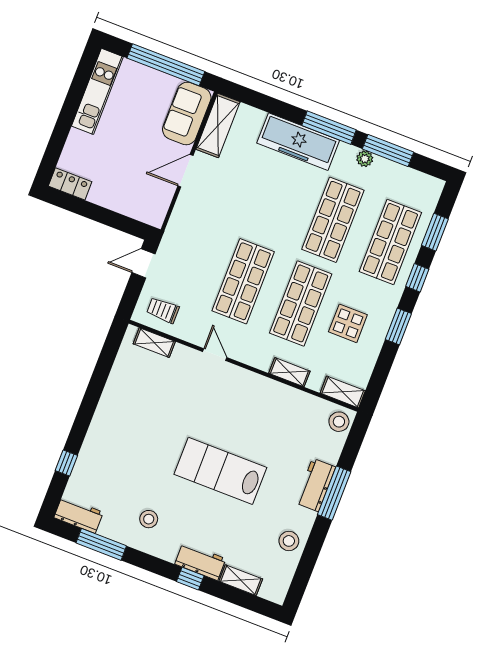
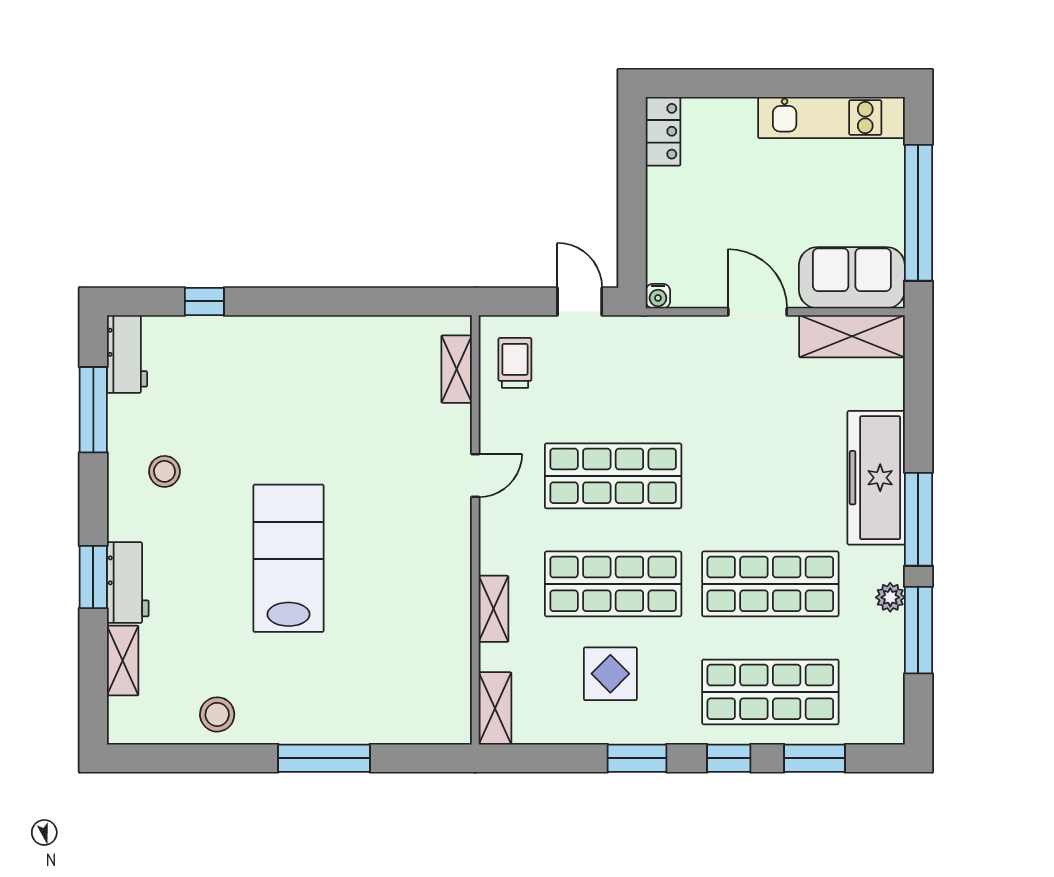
water cooler: (157, 220) -> (658, 296), added
stool: (339, 422) -> (444, 721), removed
workbench: (316, 485) -> (326, 723), removed
window: (190, 579) -> (93, 577), width x1.50

